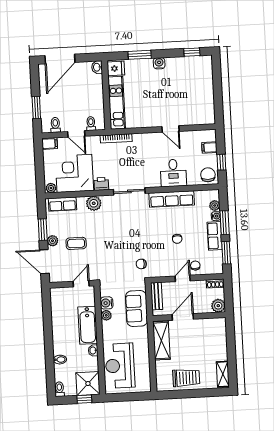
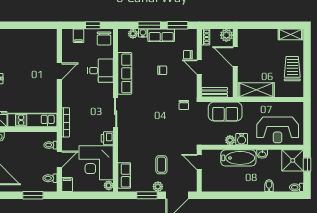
chair: (208, 175) -> (104, 38), turned -90
plant: (94, 203) -> (125, 146), removed
water cooler: (107, 303) -> (242, 139), moved
door: (183, 317) -> (235, 57), moved

